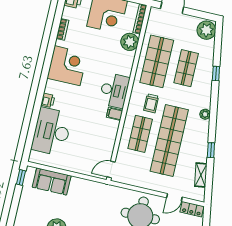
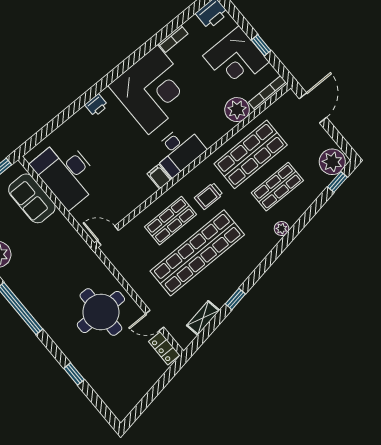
corner desk: (67, 66) -> (153, 90), width x1.36, depth x1.36
window: (216, 74) -> (337, 182), moved
plant: (205, 114) -> (282, 229), moved
desk: (52, 132) -> (66, 173), moved, turned -90

